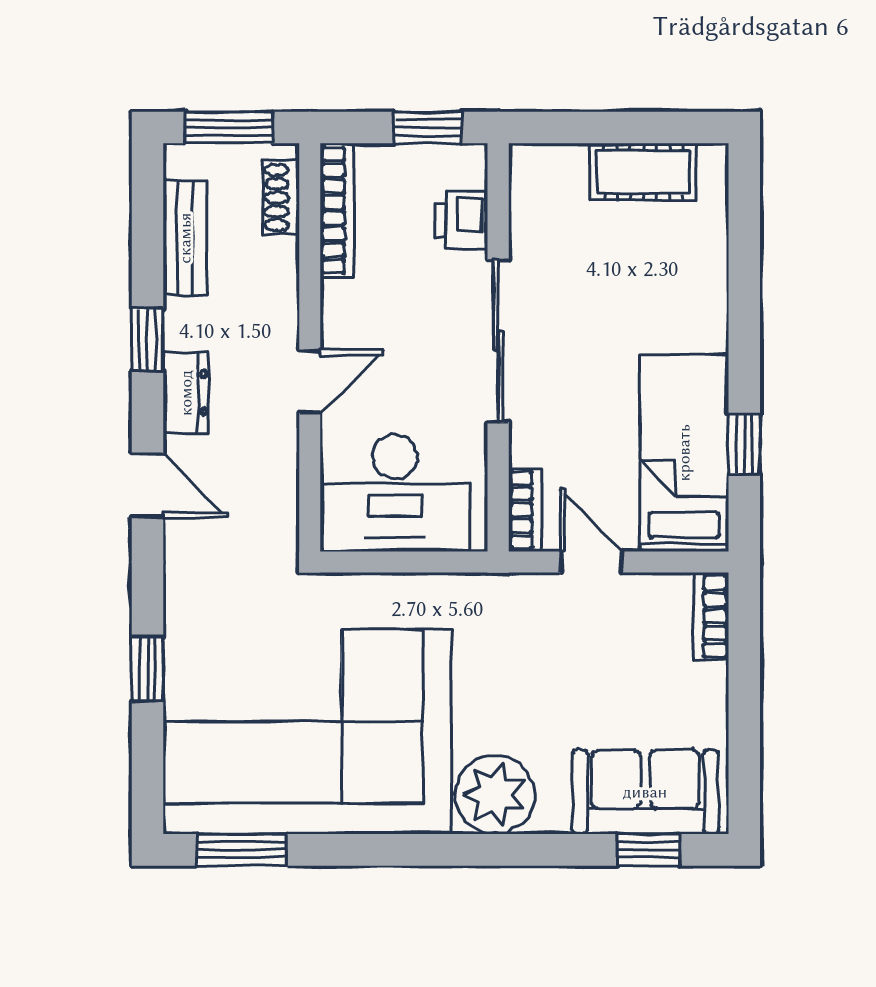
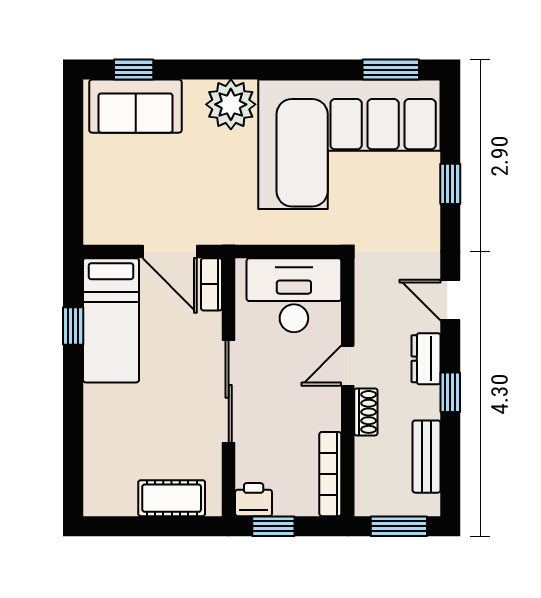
cot: (643, 172) -> (172, 498), moved
shoe rack: (281, 198) -> (366, 412), moved
printer: (461, 220) -> (254, 500), moved, turned -90
door: (591, 562) -> (170, 252), width x1.38
bookcase: (711, 616) -> (94, 217), removed

